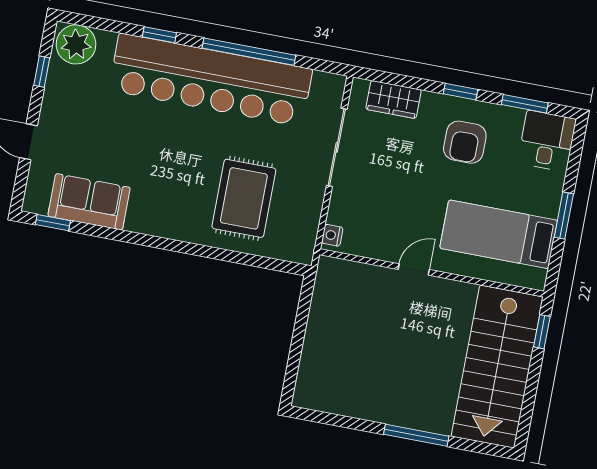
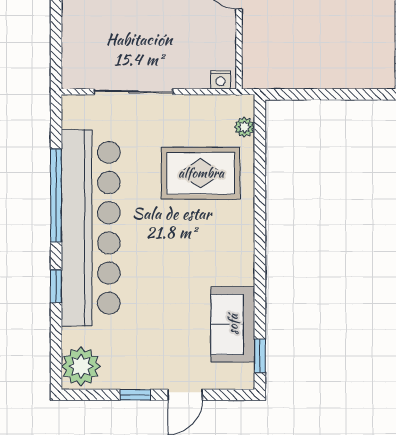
window: (42, 72) -> (135, 395), moved
wardrobe: (393, 99) -> (76, 45), removed
plant: (281, 250) -> (244, 127), added

